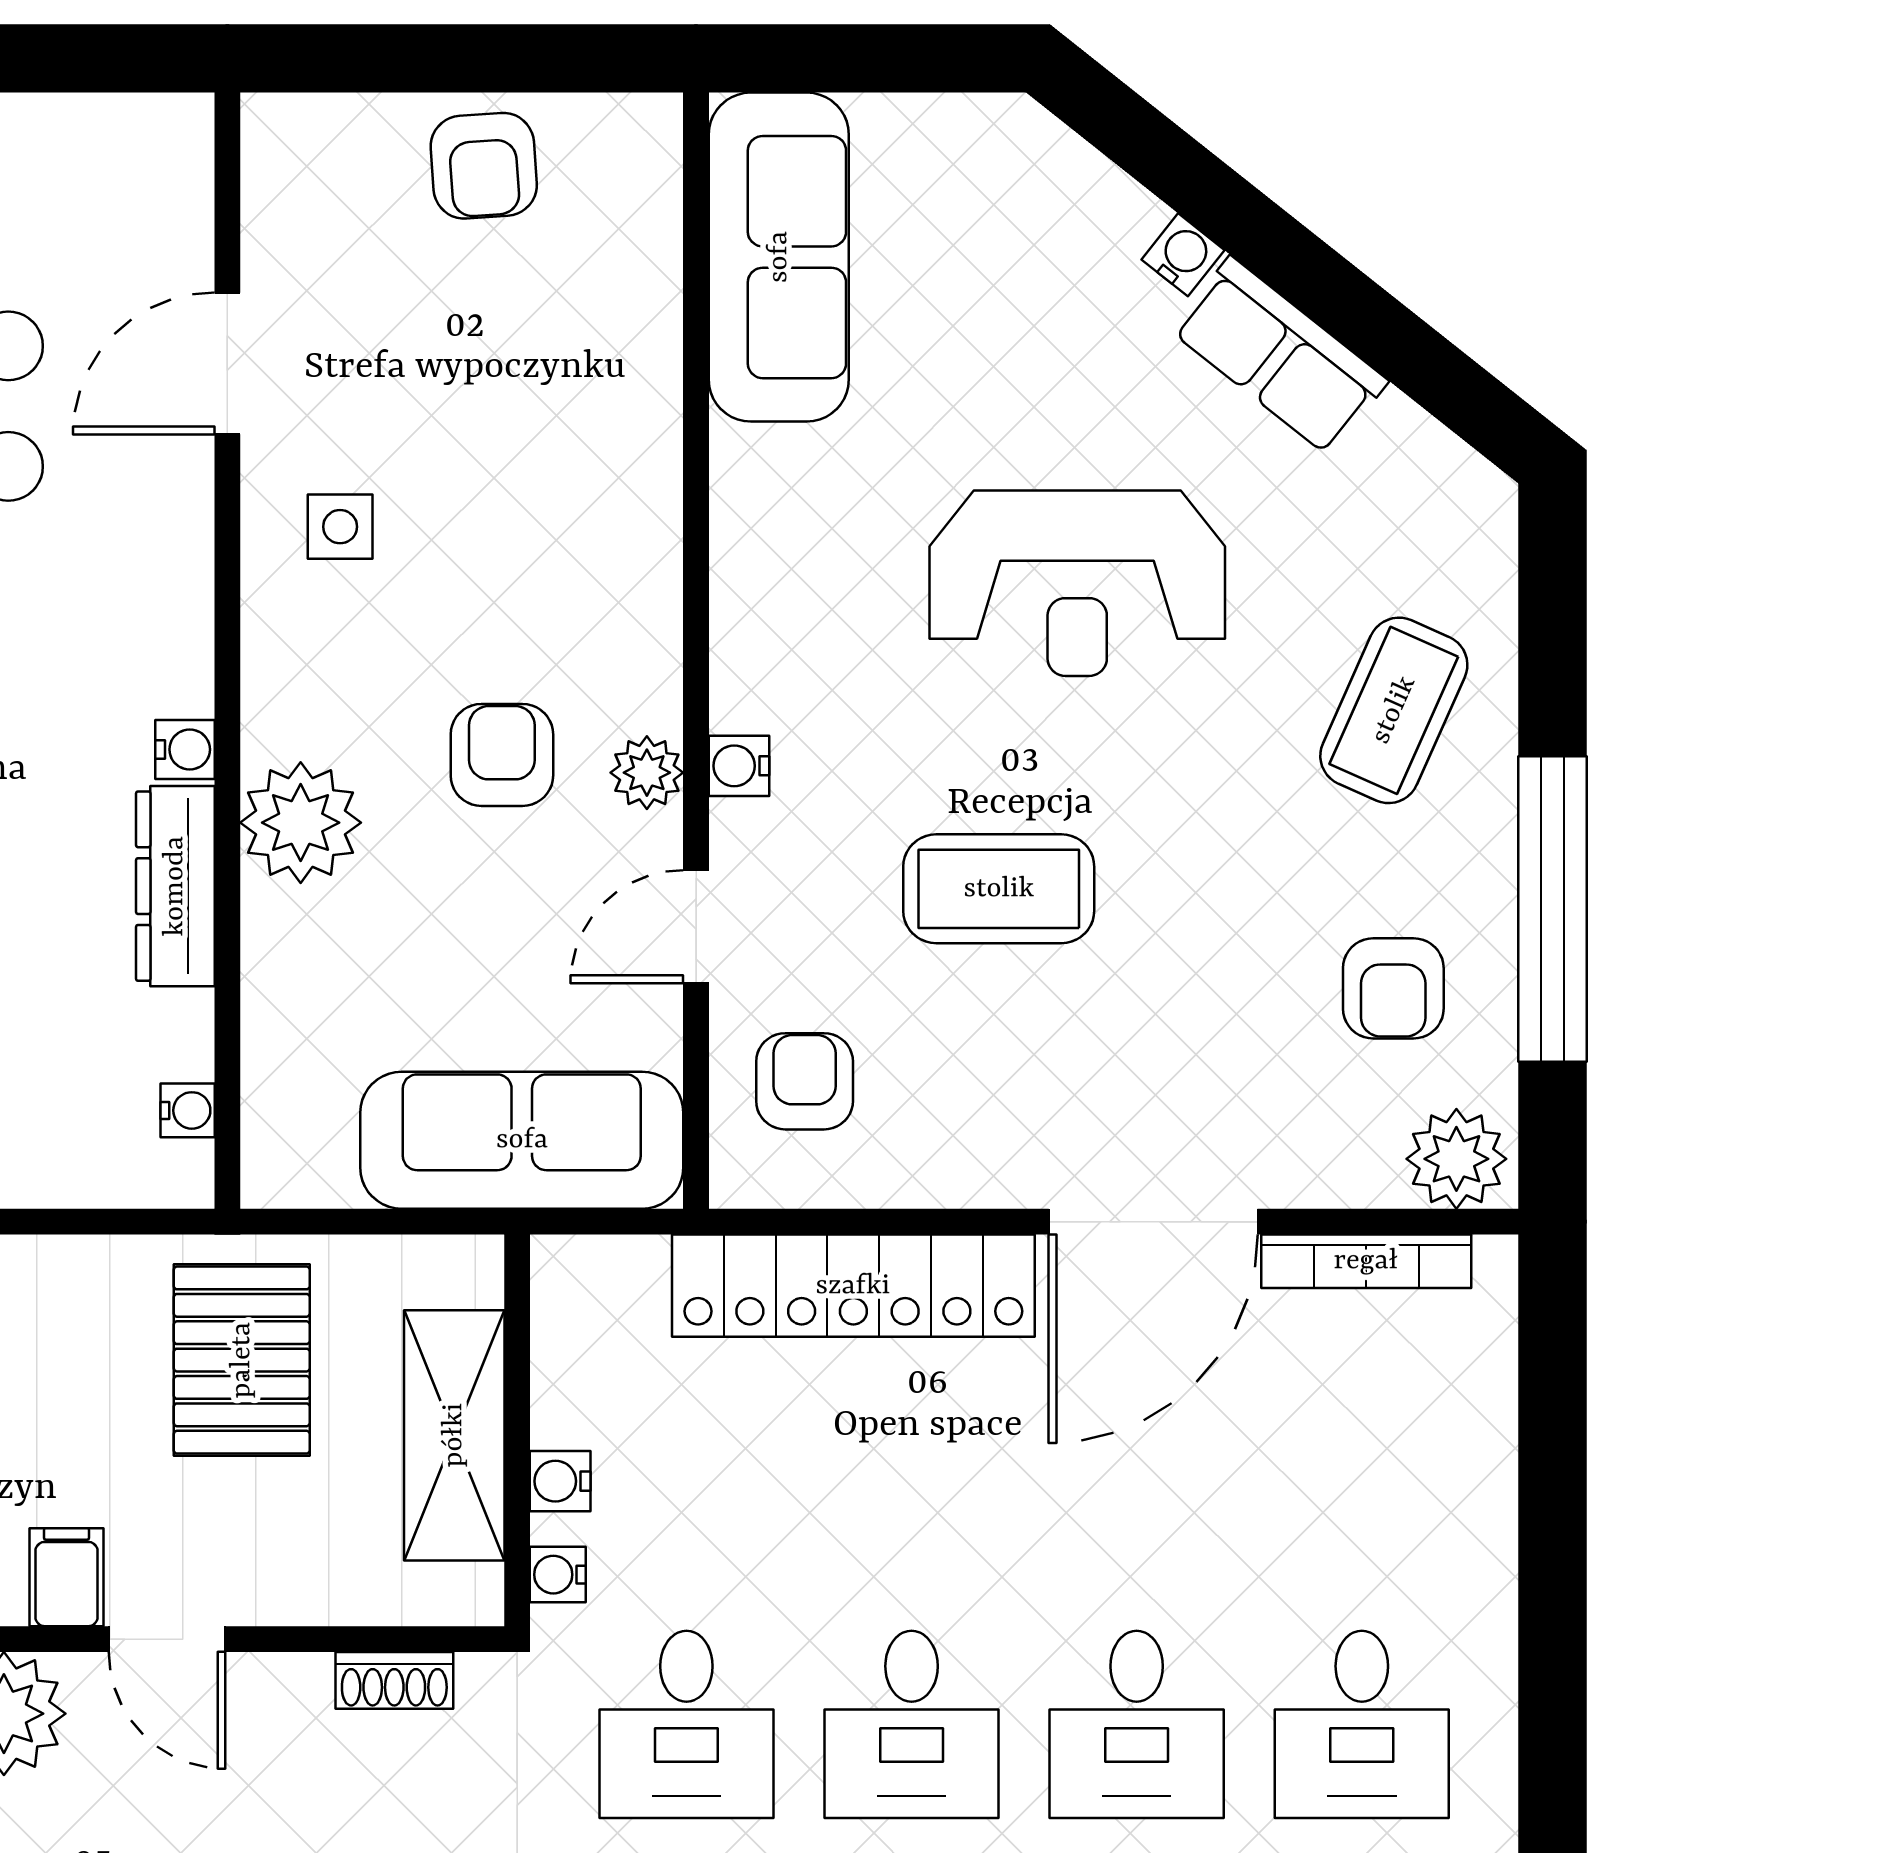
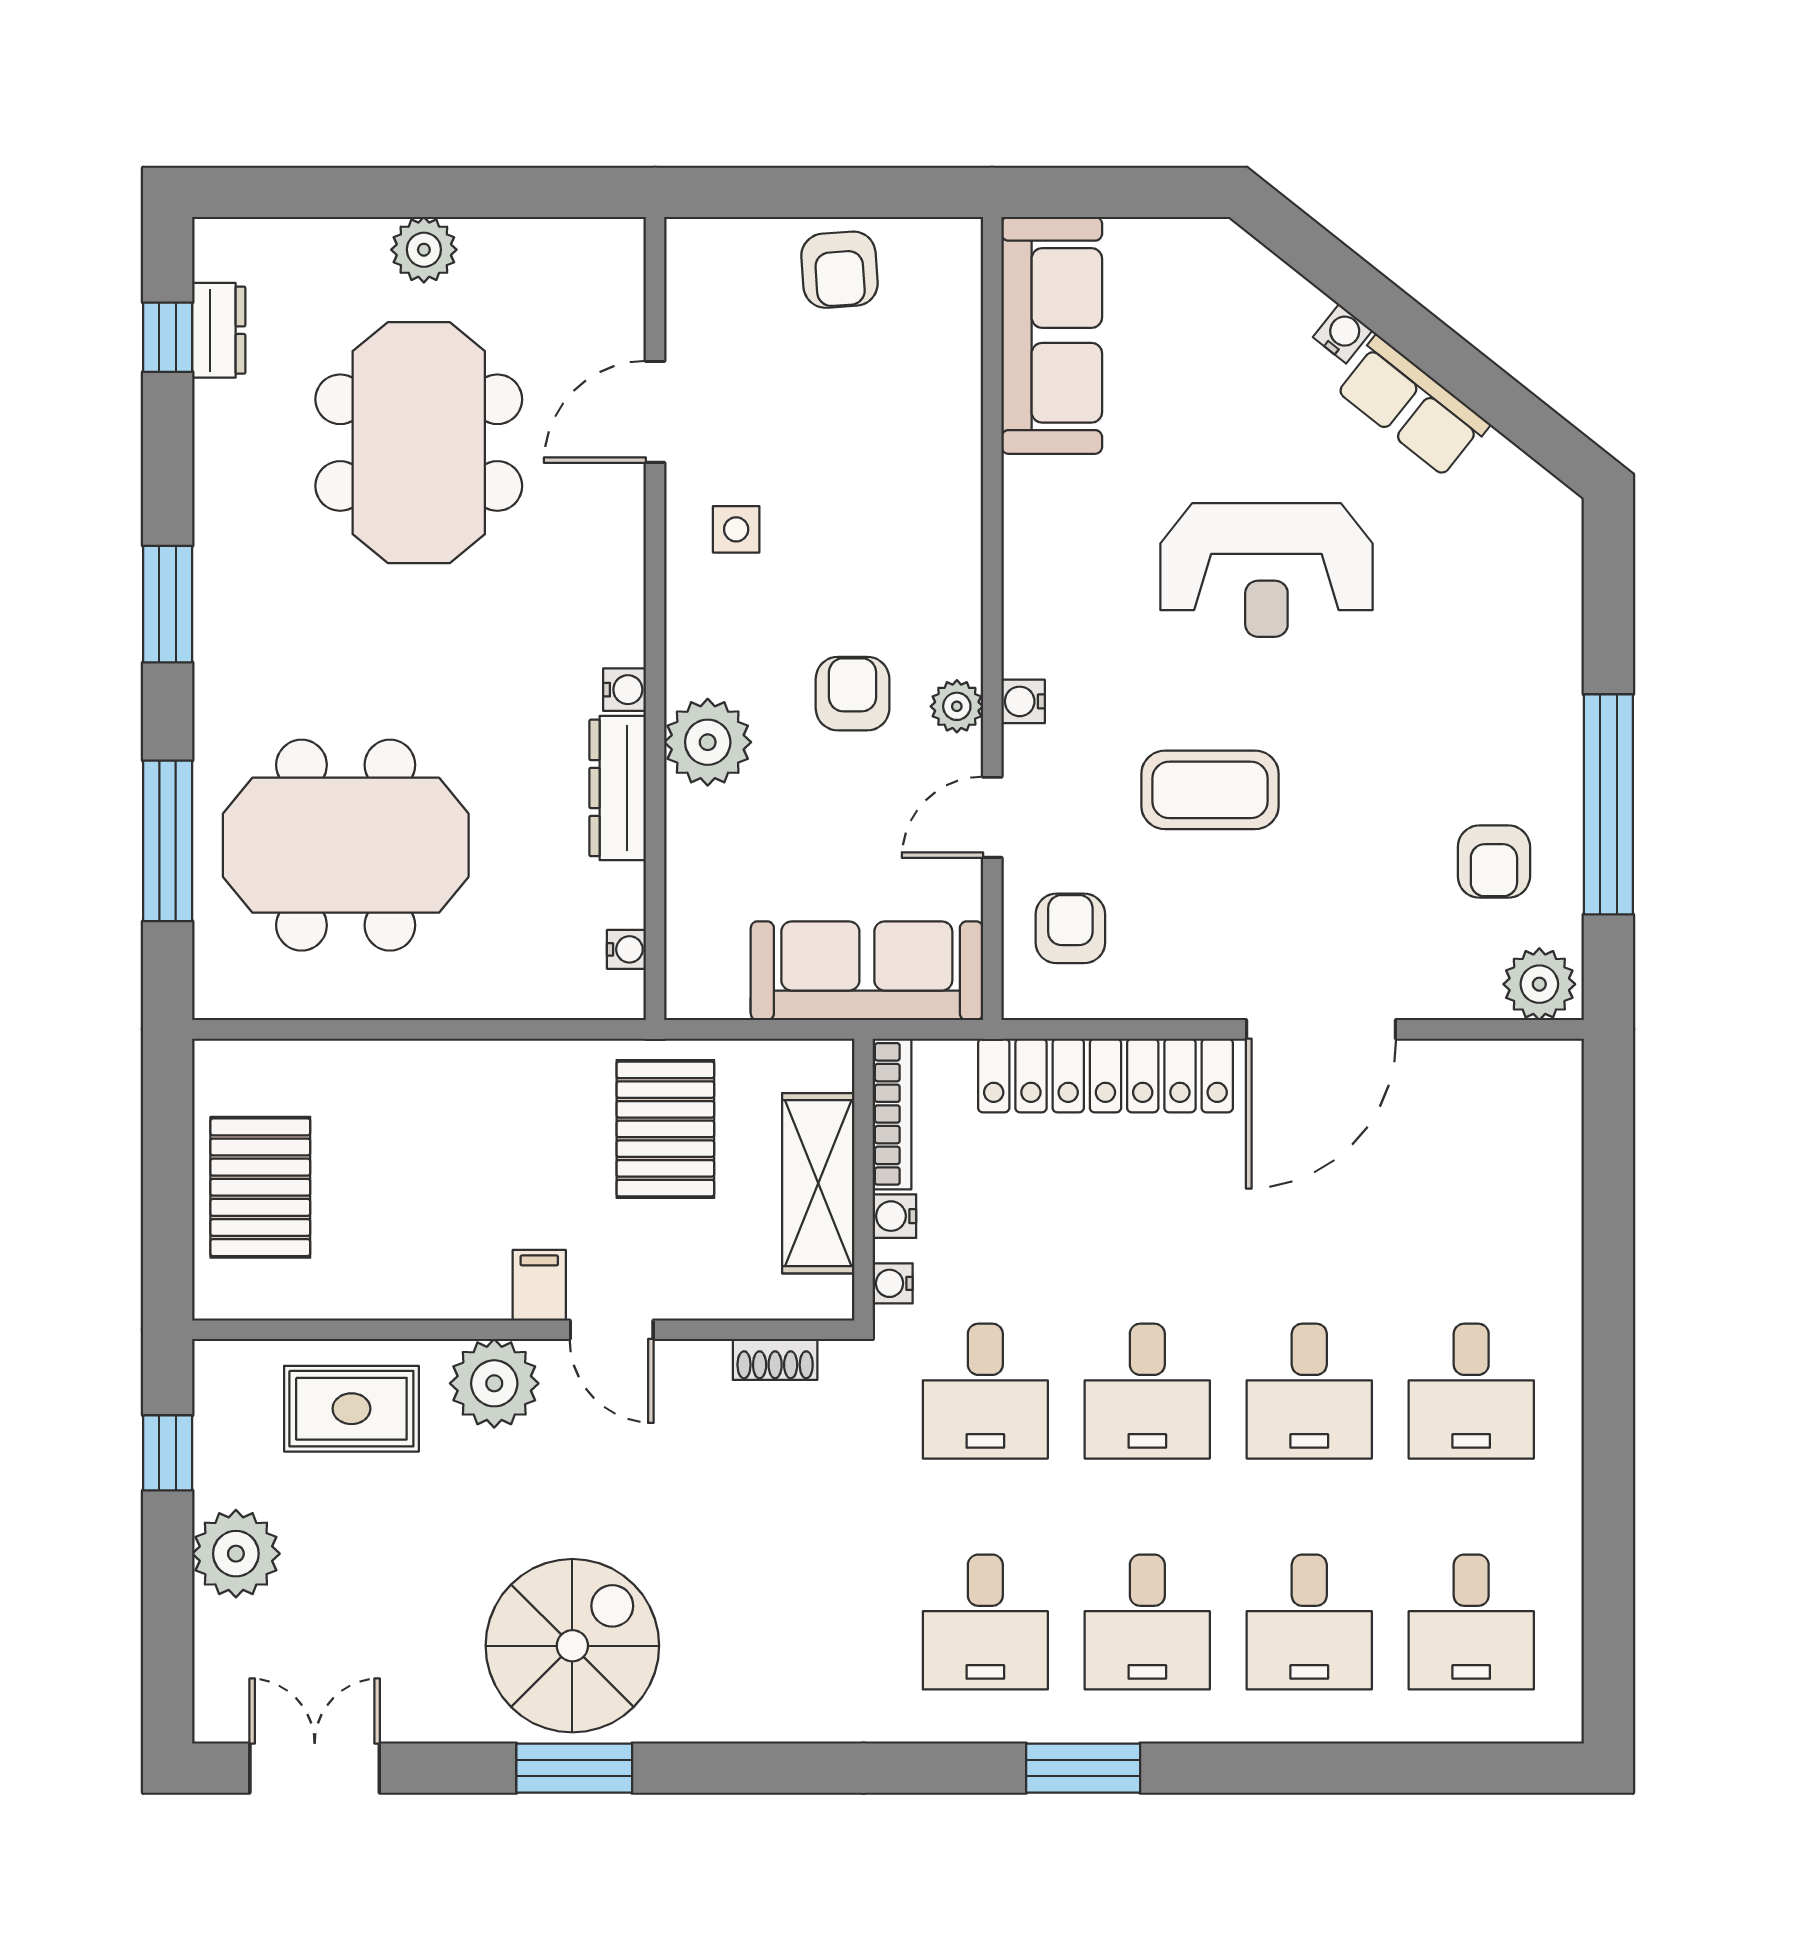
coffee table: (1394, 710) -> (1494, 661), removed
bookcase: (1366, 1261) -> (892, 1114), moved, turned -90

